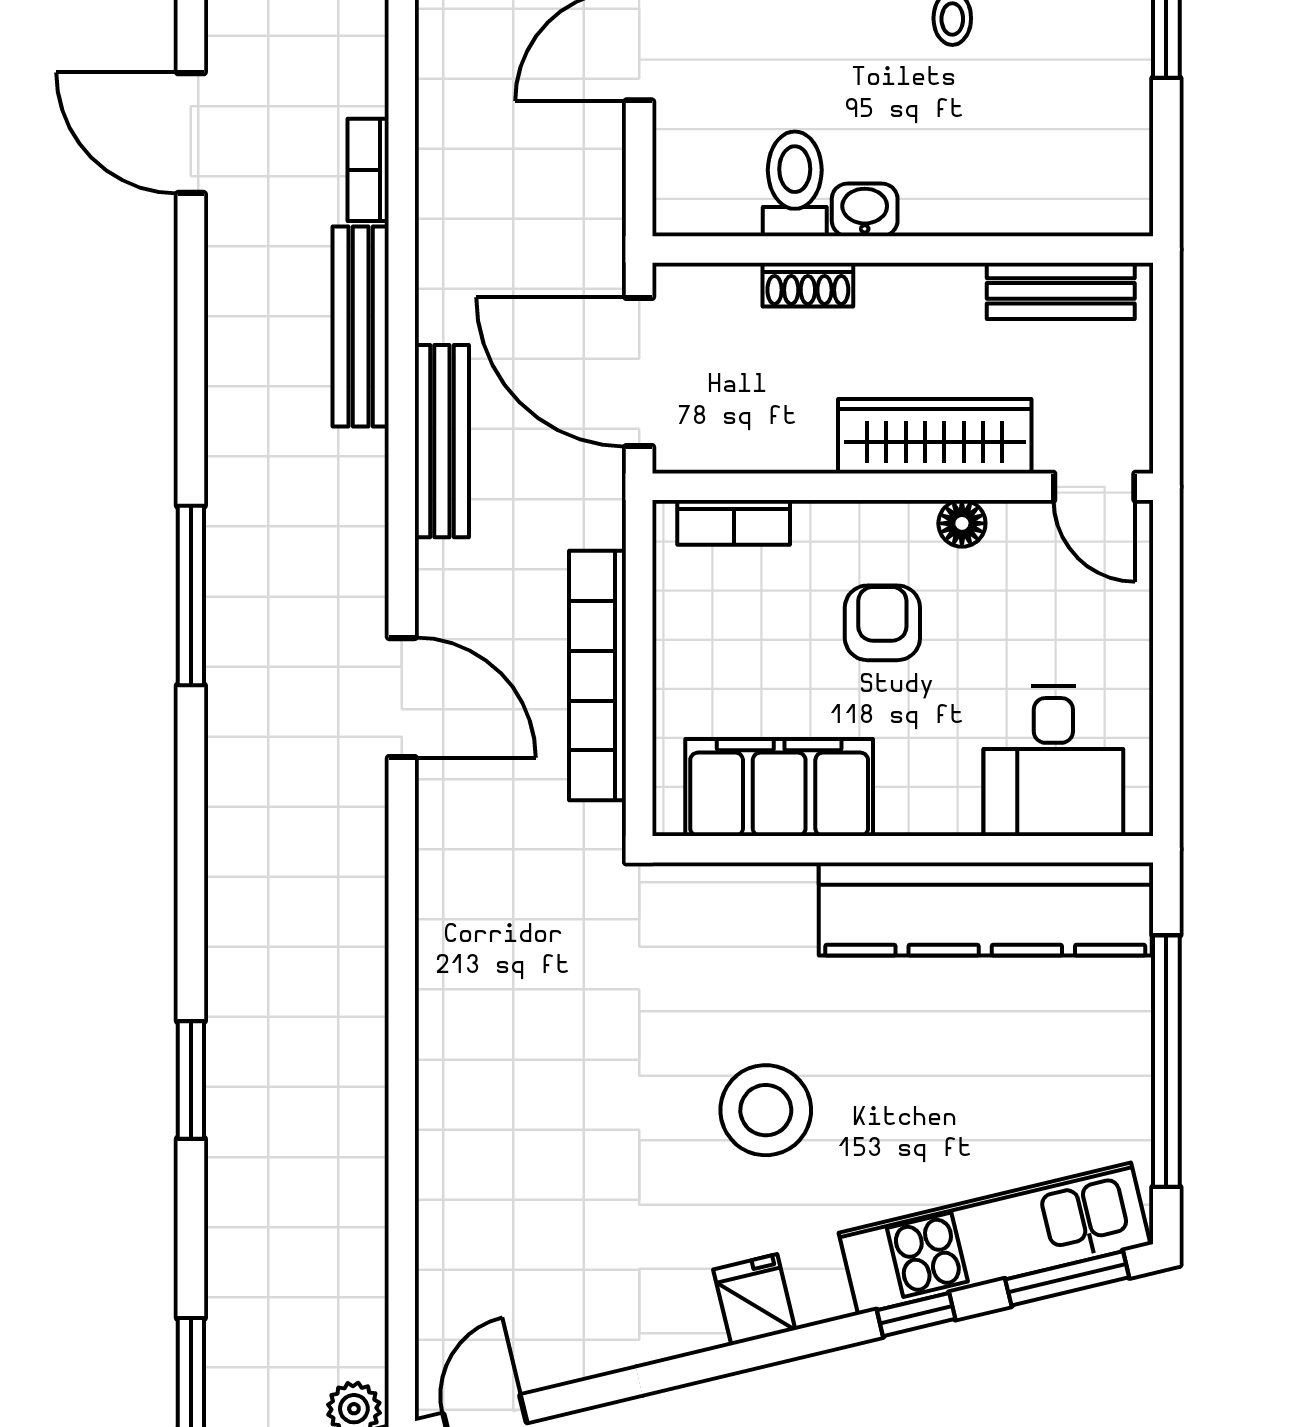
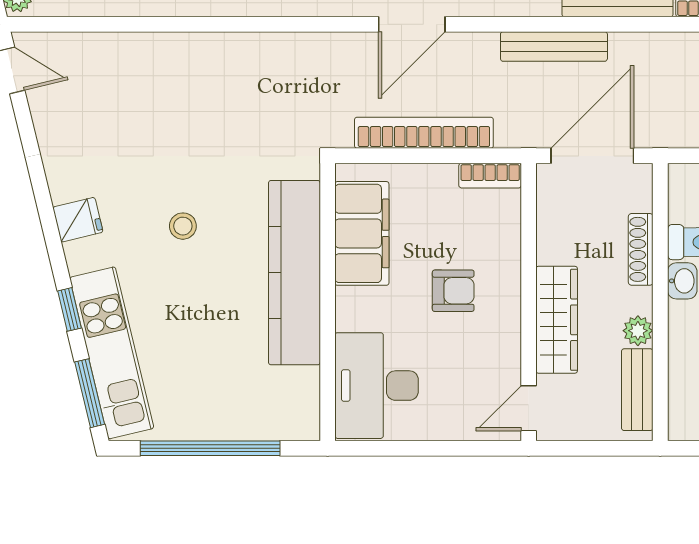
shoe rack: (808, 285) -> (641, 249), width x1.43
plant: (955, 290) -> (638, 331), added
bookcase: (734, 522) -> (490, 176), moved, turned -90
floor lamp: (962, 523) -> (508, 335), removed
desk: (1053, 761) -> (377, 386), width x1.37
kitchen counter: (985, 909) -> (294, 273), moved
stool: (766, 1110) -> (183, 226), width x0.53, depth x0.53

